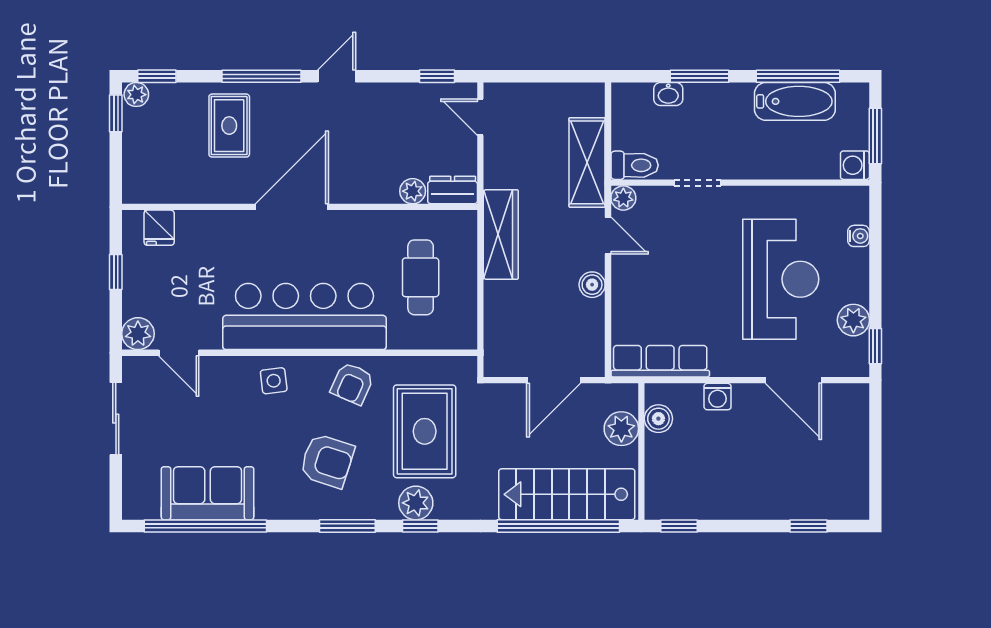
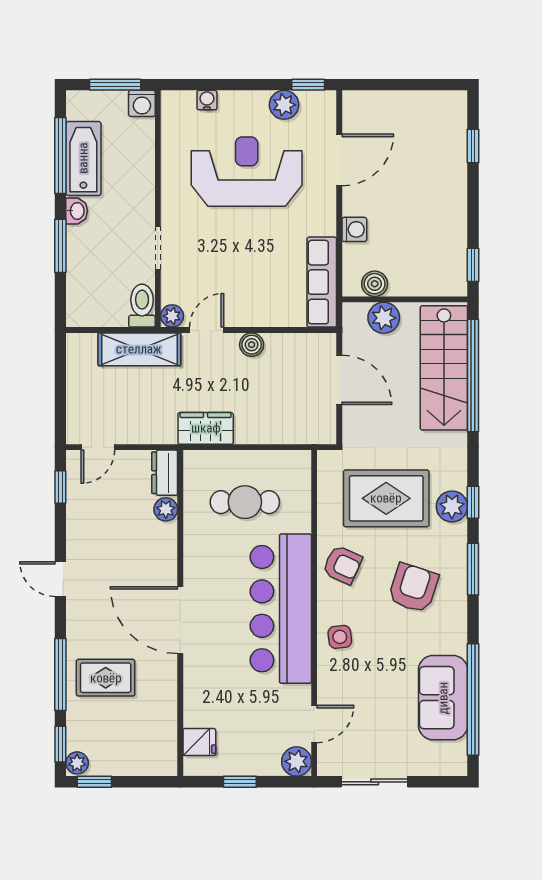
window: (261, 76) -> (60, 674), moved
washbasin: (668, 94) -> (77, 211), moved
wardrobe: (501, 235) -> (206, 428), width x0.67

